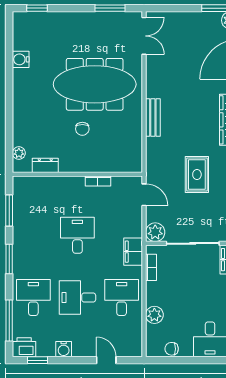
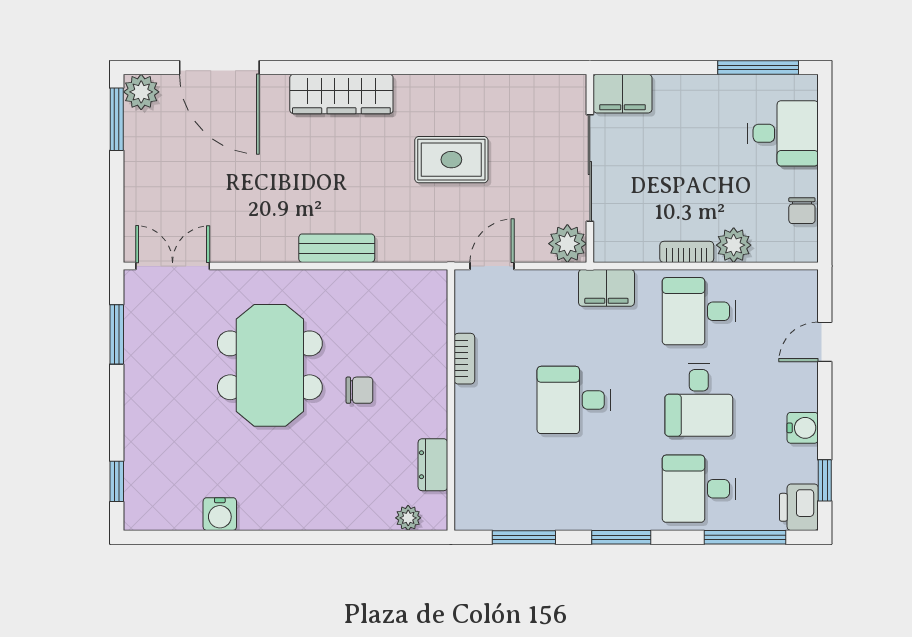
meeting table: (95, 84) -> (270, 365), width x0.73
bookcase: (151, 267) -> (687, 252), moved

